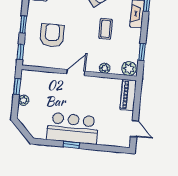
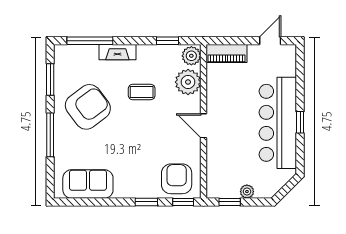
armchair: (52, 35) -> (177, 179), moved, turned 90
plant: (105, 68) -> (188, 82), width x1.87, depth x1.87
bar counter: (73, 128) -> (278, 123), width x1.36

